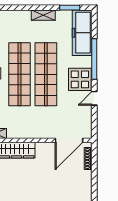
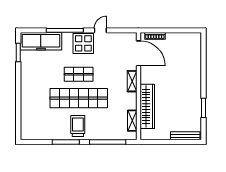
shelving: (43, 15) -> (132, 81), moved
shop shelf: (46, 74) -> (79, 74), width x0.50, depth x0.74
door: (94, 98) -> (100, 30), swing flipped

